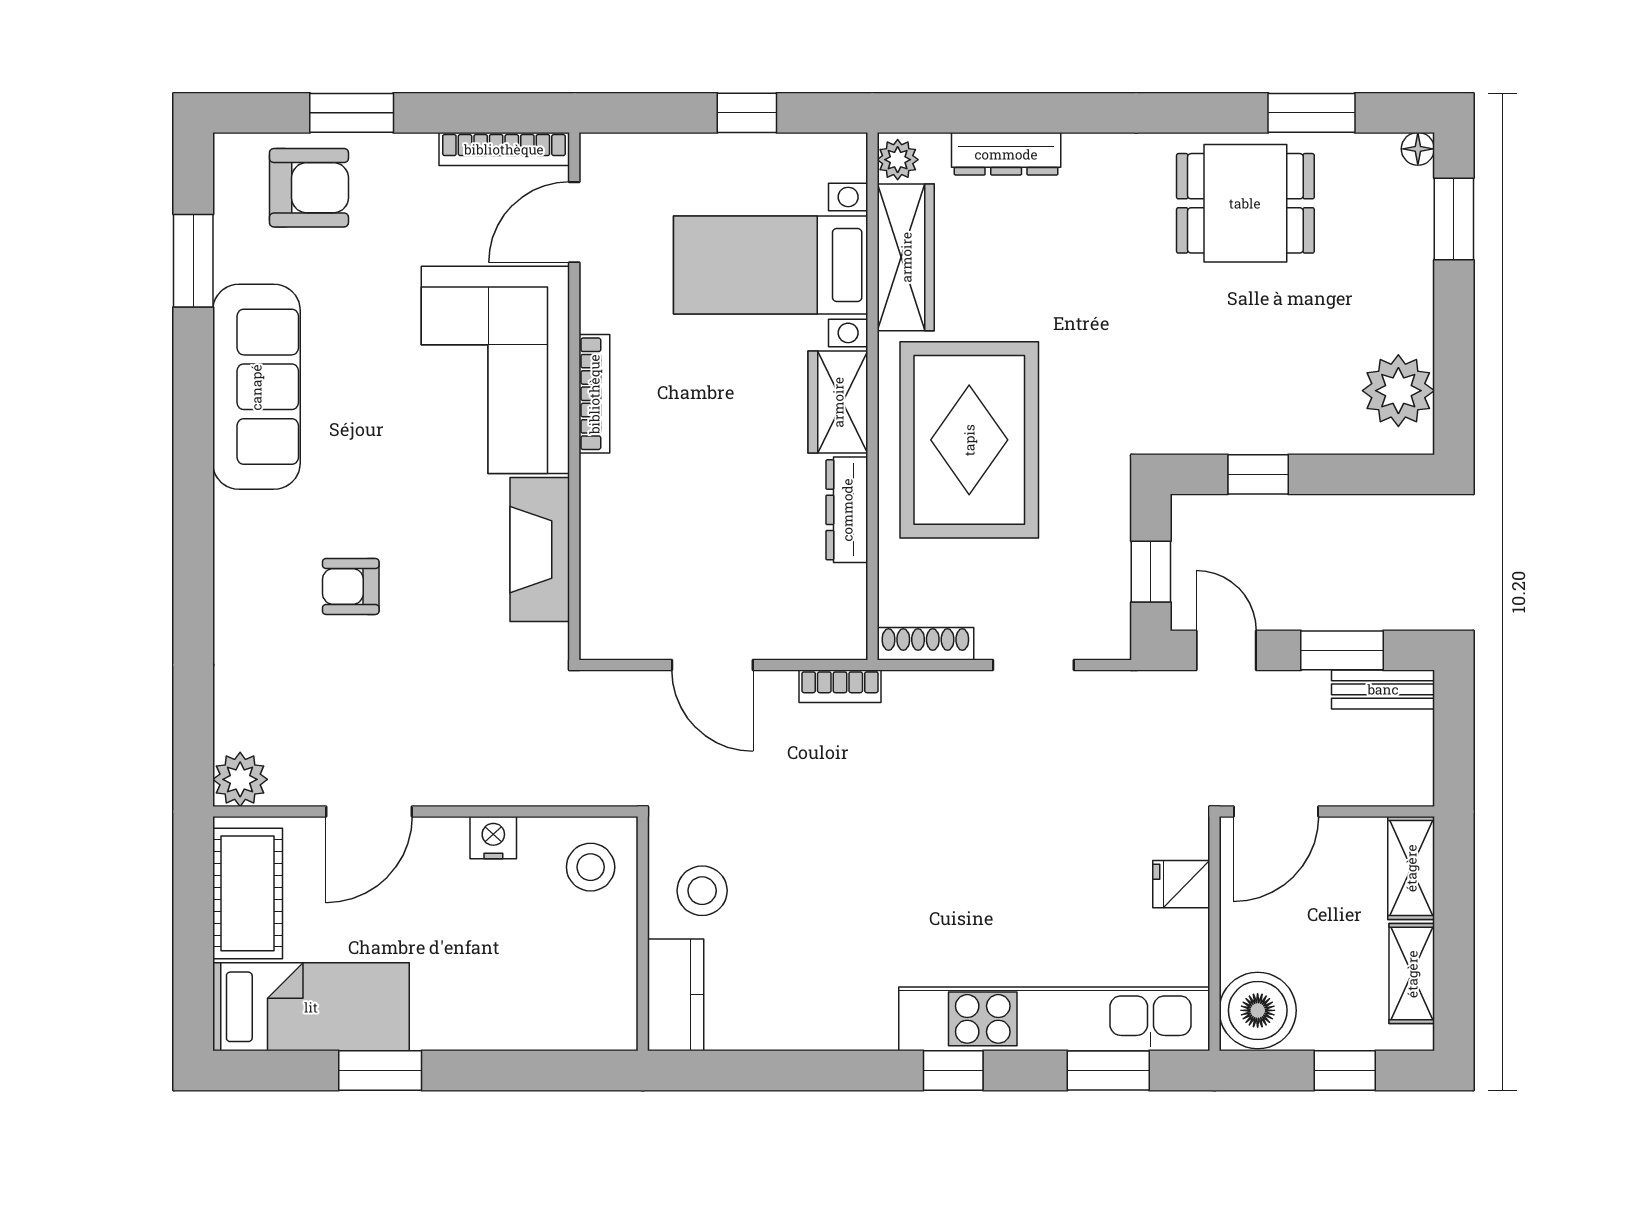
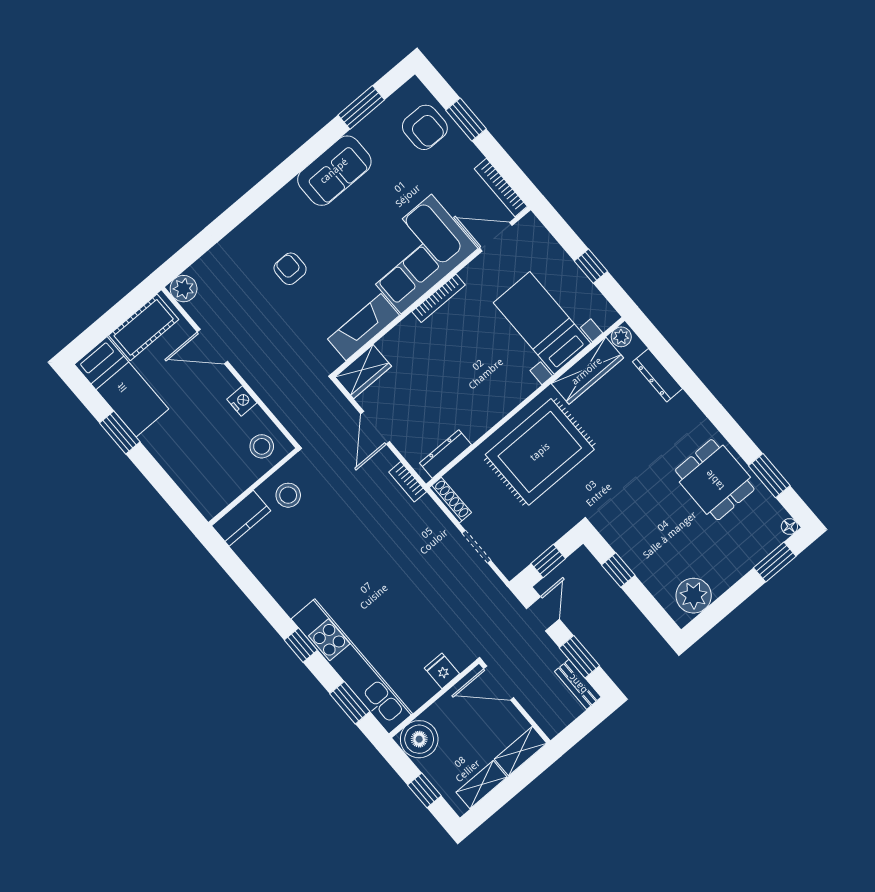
sofa: (256, 387) -> (334, 171), width x0.73
wardrobe: (838, 402) -> (363, 372), moved, turned 180
dresser: (847, 510) -> (445, 454), moved

